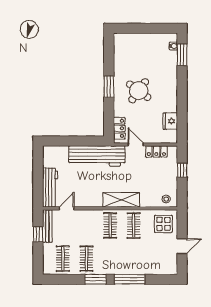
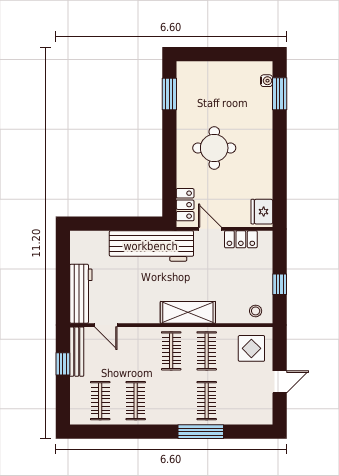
window: (109, 87) -> (169, 94), moved
round table: (139, 91) -> (214, 148), turned -36
fridge: (170, 121) -> (262, 212), moved
window: (182, 170) -> (280, 284), moved
door: (67, 208) -> (106, 325), swing flipped
clothes rail: (134, 259) -> (207, 401), added
window: (95, 279) -> (149, 432), removed

